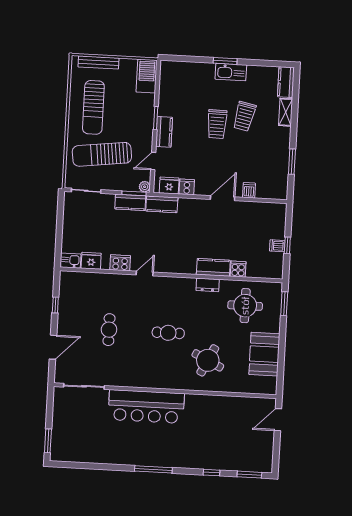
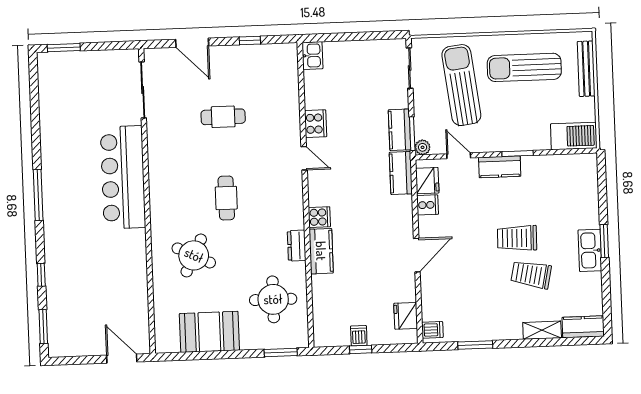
dishwasher: (249, 190) -> (432, 330), moved
door: (223, 198) -> (417, 255), hinge flipped
fridge: (91, 261) -> (406, 316), moved, turned 180
cooker: (238, 269) -> (319, 217), moved

